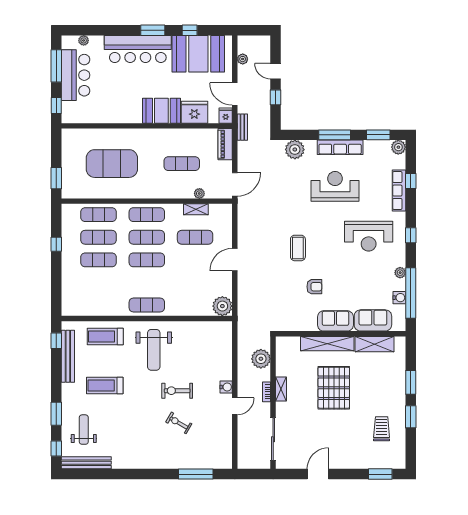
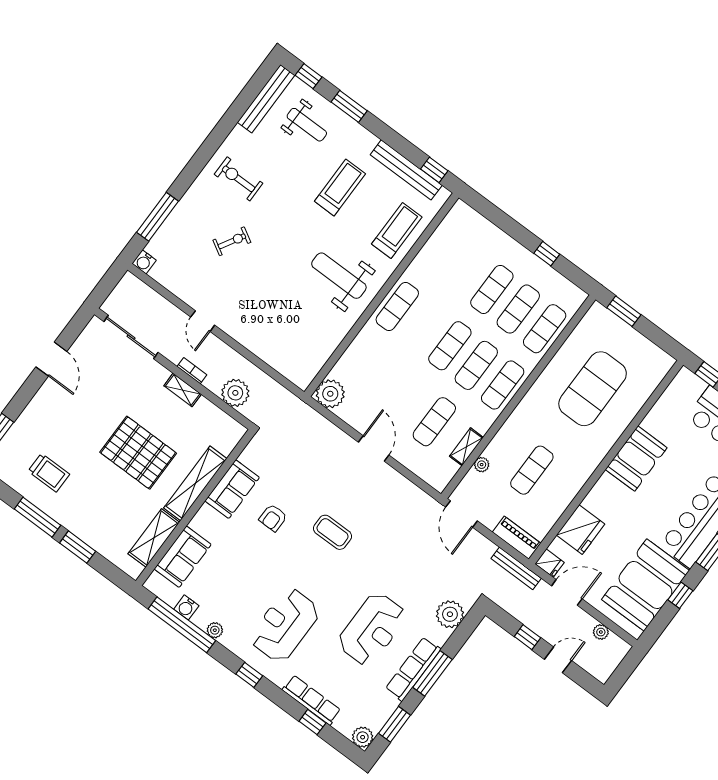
booth: (161, 111) -> (636, 459), moved
bench: (242, 127) -> (516, 568), width x1.36
sofa: (335, 321) -> (232, 489), moved
water cooler: (226, 387) -> (144, 262), moved
exercise bike: (177, 391) -> (239, 179), moved, turned -90
window: (411, 417) -> (38, 517), width x1.44

